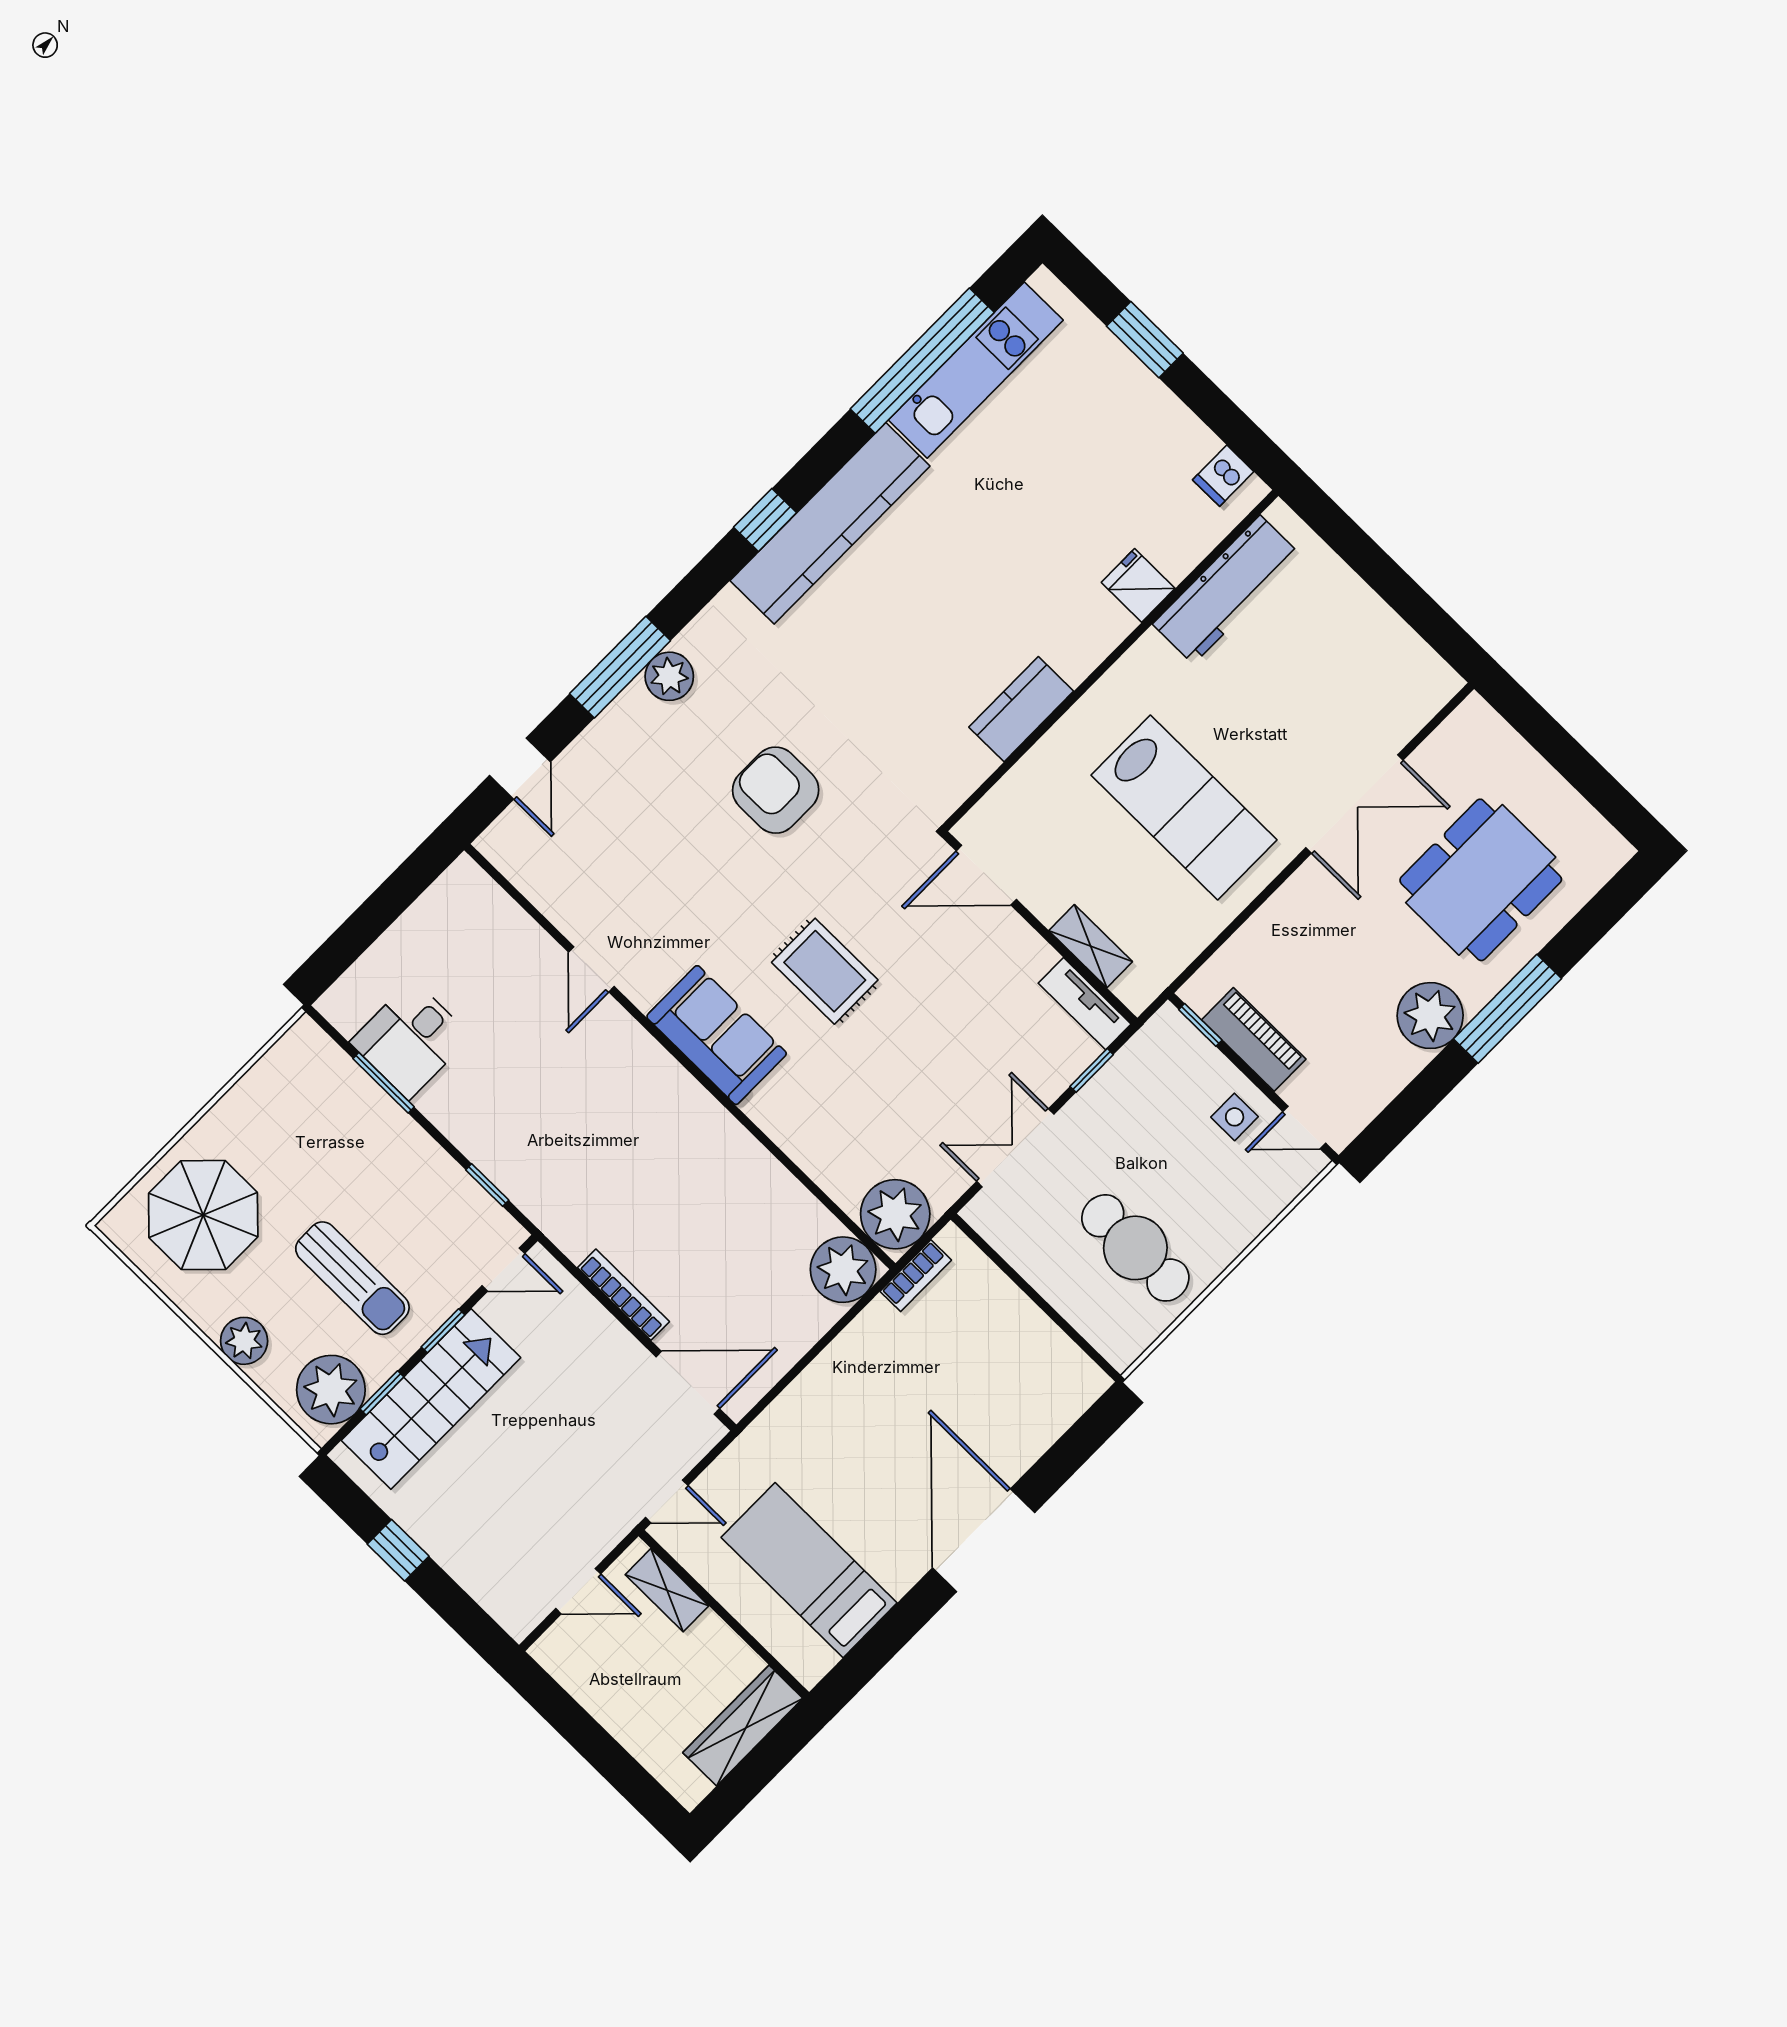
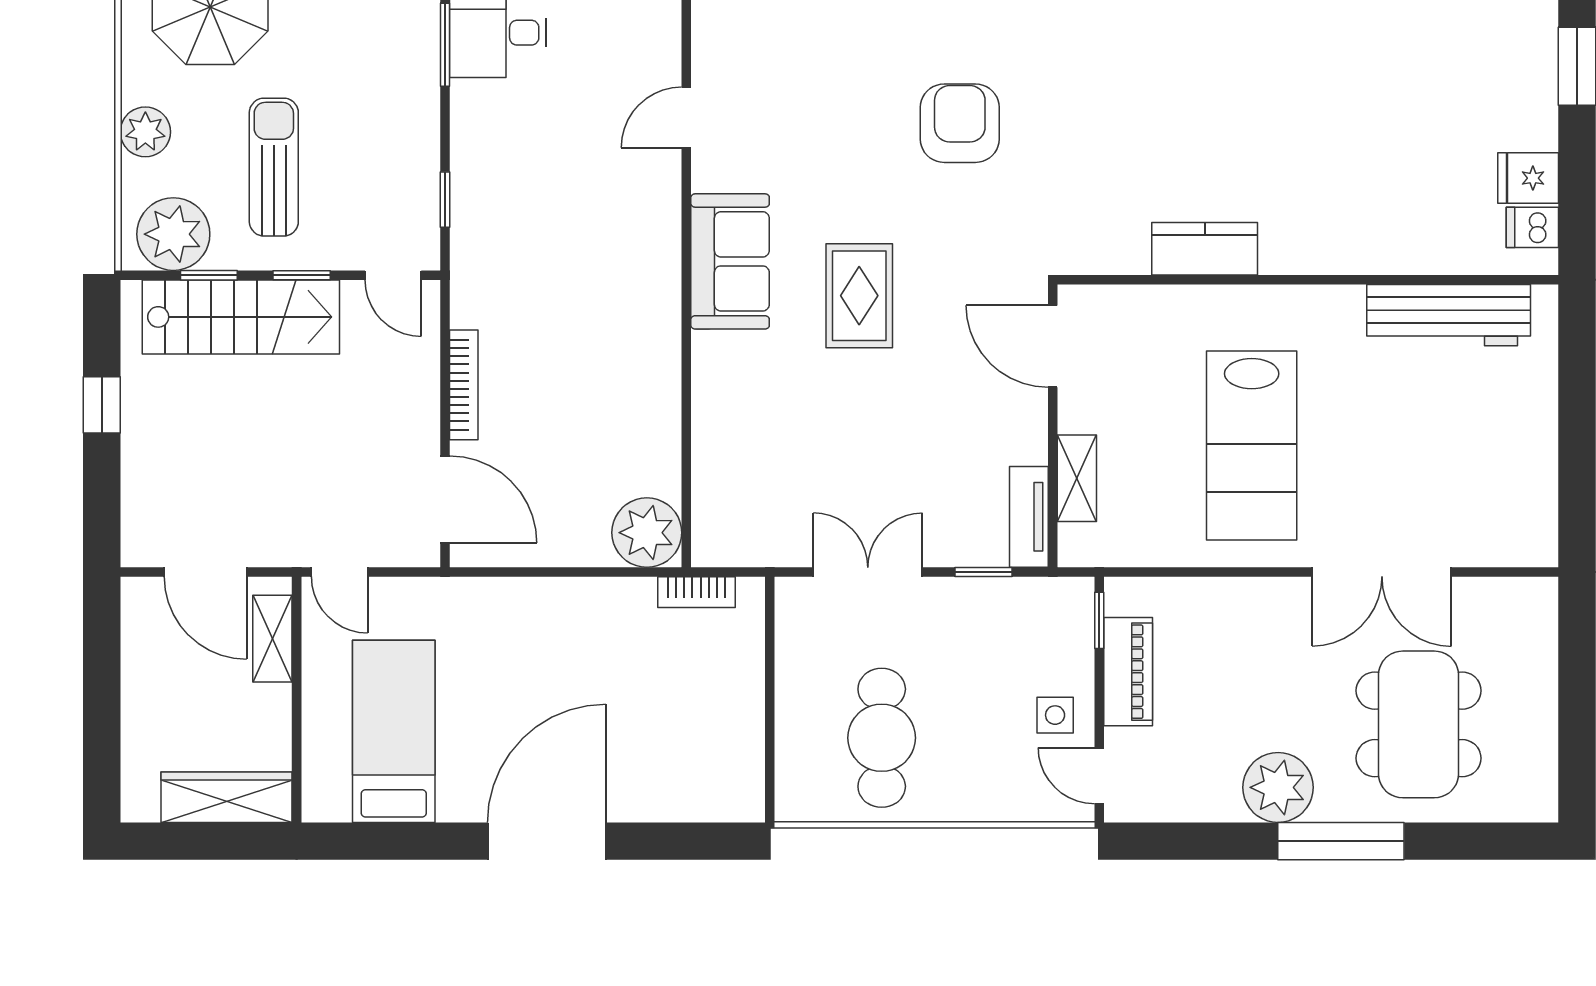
fridge: (1138, 585) -> (1528, 178), moved, turned -90
dining table: (1481, 880) -> (1419, 724), turned 90
plant: (895, 1214) -> (728, 531), removed
sun lounger: (352, 1278) -> (274, 167), turned 180
door: (578, 1591) -> (205, 572), width x1.38

